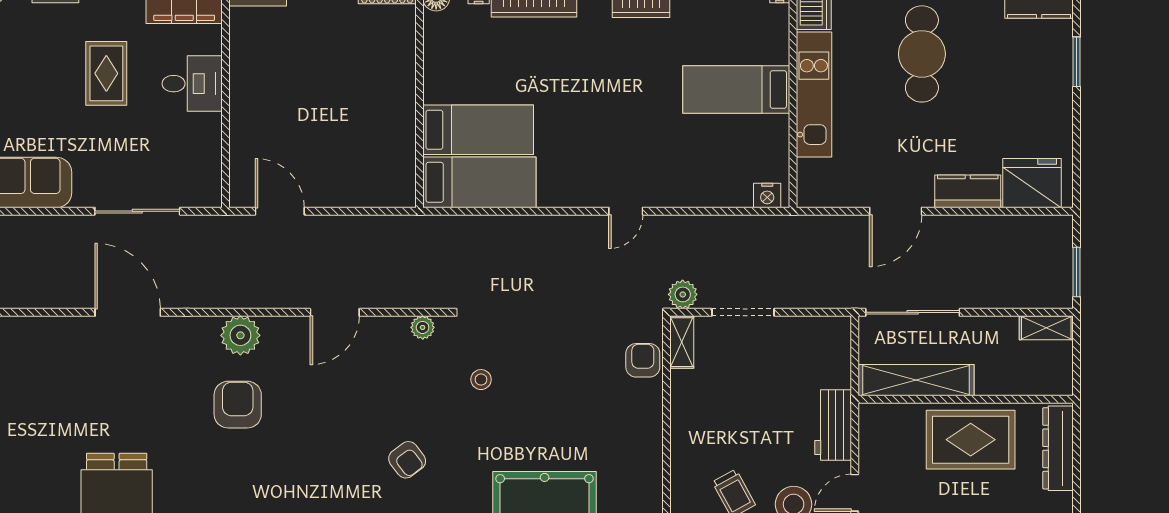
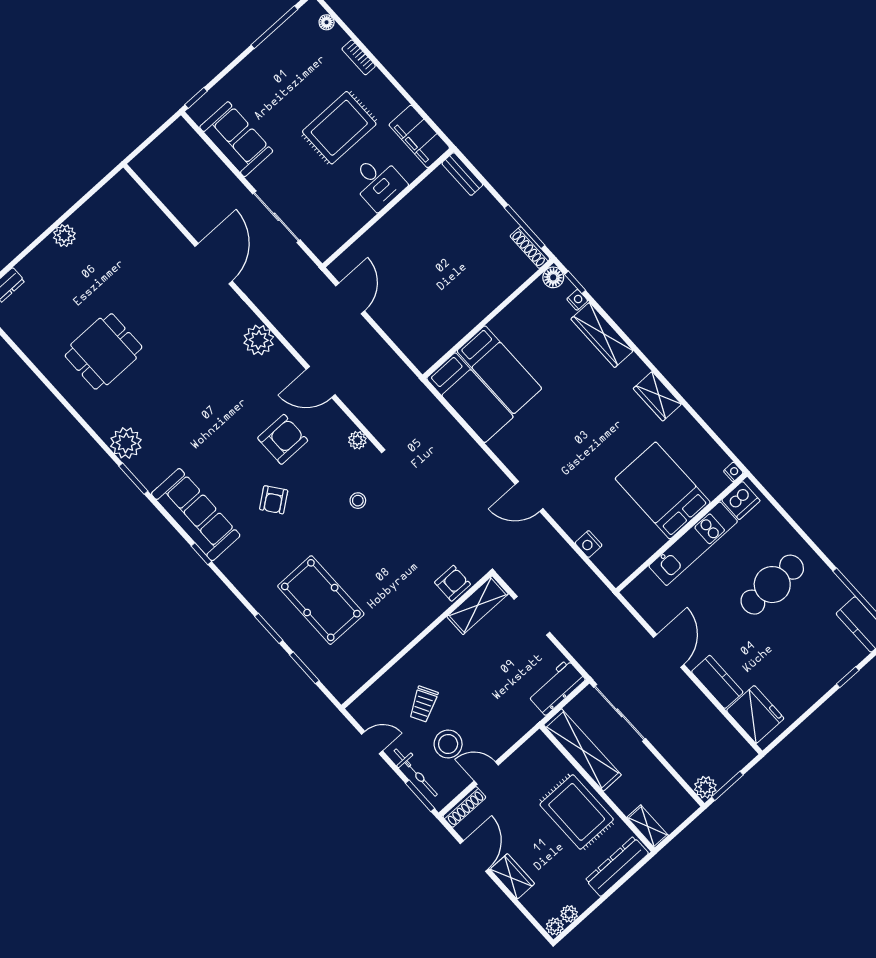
window: (1077, 62) -> (848, 677), width x0.67
rug: (106, 73) -> (339, 128), width x1.36, depth x1.43
bed: (736, 90) -> (663, 490), width x1.50
nightstand: (767, 195) -> (589, 544), moved
door: (626, 211) -> (529, 496), width x1.38
door: (896, 211) -> (669, 651), swing flipped
plant: (683, 294) -> (705, 787), moved
shelving: (1046, 328) -> (648, 826), moved
shelving: (682, 342) -> (478, 605), width x1.50, depth x1.33
armchair: (238, 405) -> (283, 439), moved
workbench: (833, 425) -> (556, 687), moved

